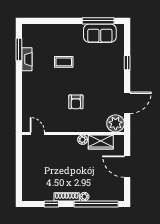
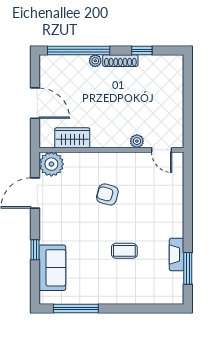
sofa: (100, 33) -> (52, 268), moved, turned 90
armchair: (76, 102) -> (107, 194), turned -75
plant: (83, 140) -> (137, 141), moved

